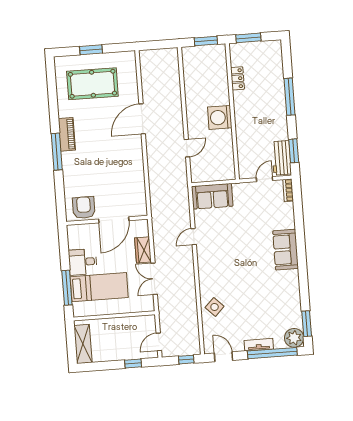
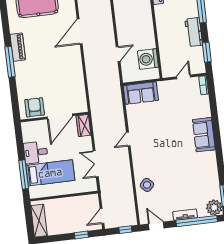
washing machine: (220, 117) -> (148, 59), moved
workbench: (281, 158) -> (194, 32), moved
door: (194, 237) -> (128, 139), moved
wardrobe: (143, 250) -> (84, 126), moved

